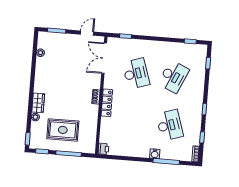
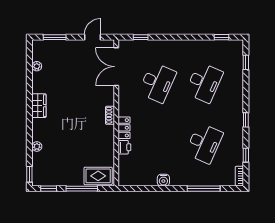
desk: (136, 74) -> (157, 83), turned 42
wardrobe: (38, 103) -> (39, 106), moved
locker: (107, 103) -> (124, 128), width x0.66
desk: (170, 125) -> (204, 143), turned 42
rug: (63, 130) -> (98, 176), moved, width x0.73, depth x0.70
printer: (103, 149) -> (124, 147), moved
water cooler: (155, 154) -> (163, 180), moved

